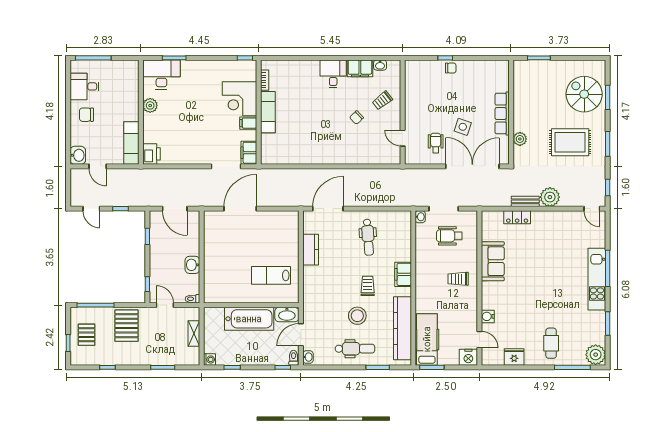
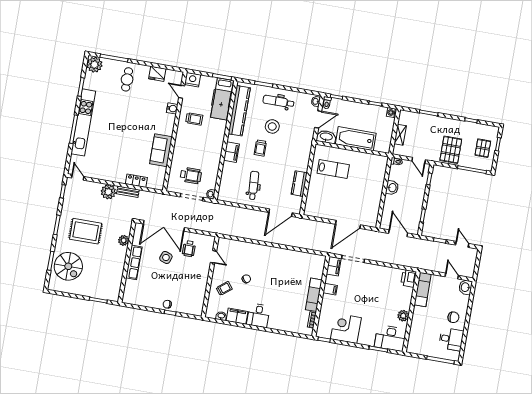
corner desk: (239, 99) -> (346, 328), moved, turned -90
trolley: (458, 279) -> (194, 119), moved
kitchen unit: (597, 279) -> (83, 122), width x1.36

